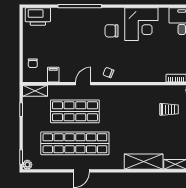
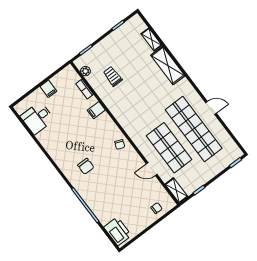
corner desk: (141, 24) -> (63, 147), removed
filing cabinet: (53, 75) -> (96, 110), moved
door: (83, 84) -> (152, 169), moved
plant: (27, 165) -> (238, 153), removed

